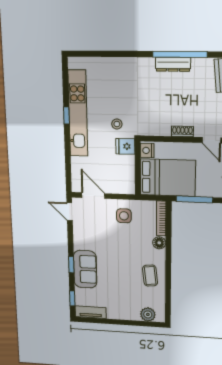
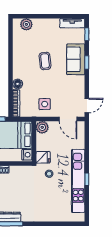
plant: (127, 186) -> (42, 127), added
door: (70, 212) -> (87, 106), hinge flipped
coffee table: (150, 276) -> (45, 61), moved

